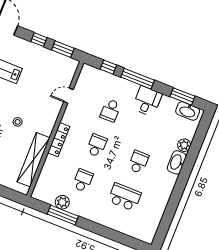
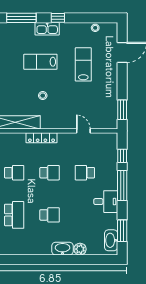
window: (39, 40) -> (122, 86), removed

